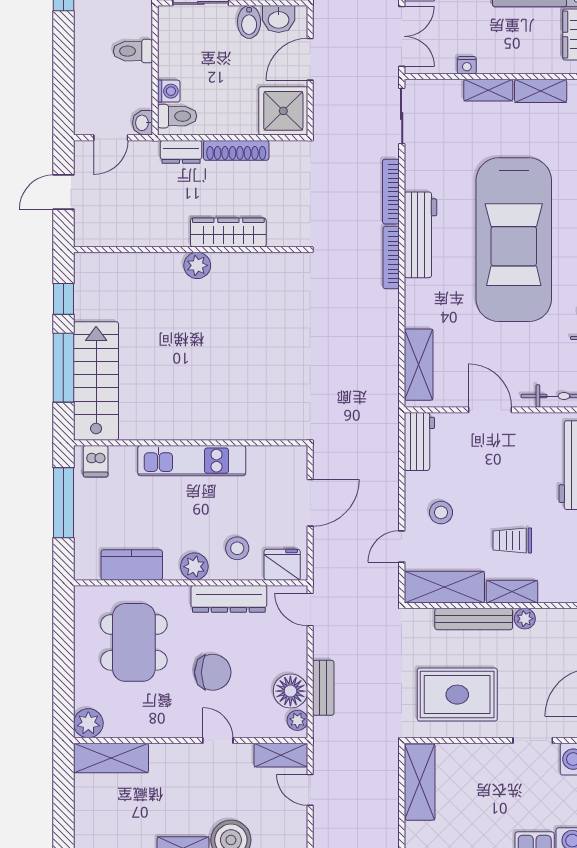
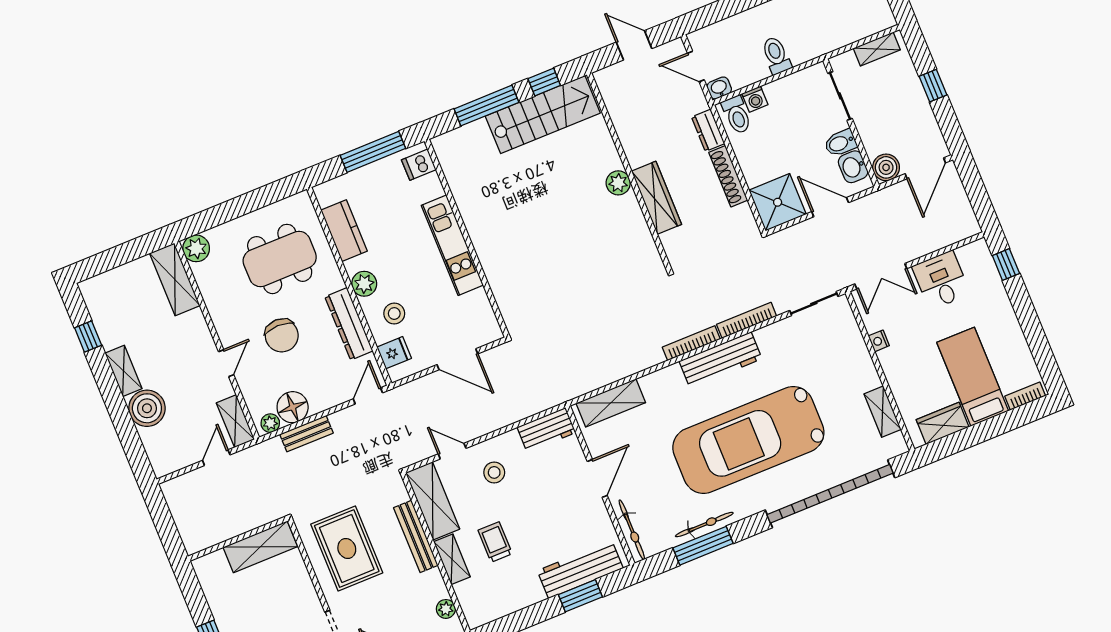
shelving: (488, 90) -> (865, 367), removed
stairs: (96, 381) -> (543, 115), moved
fridge: (282, 565) -> (394, 353), width x0.72
plant: (525, 619) -> (446, 609), moved

